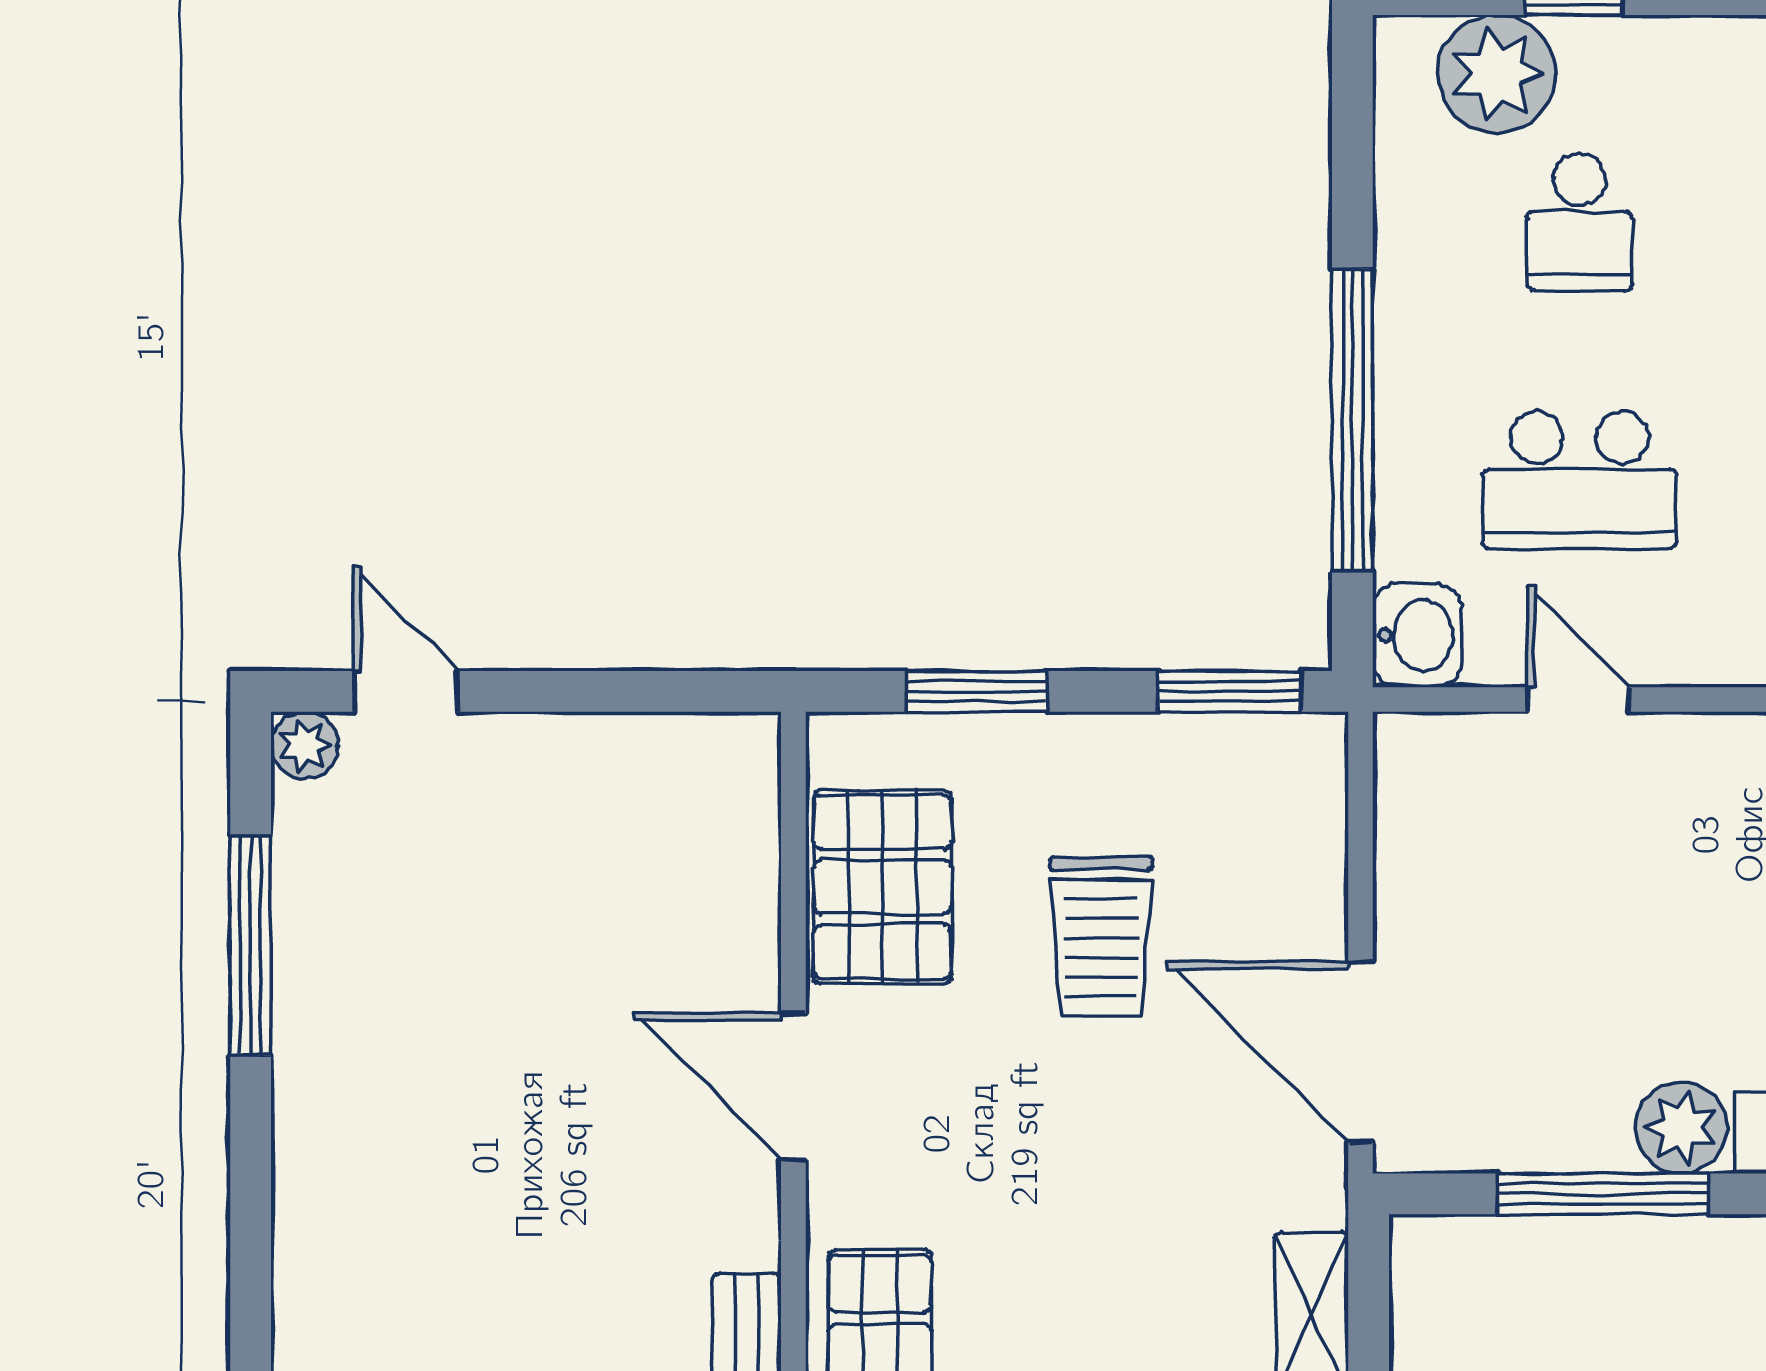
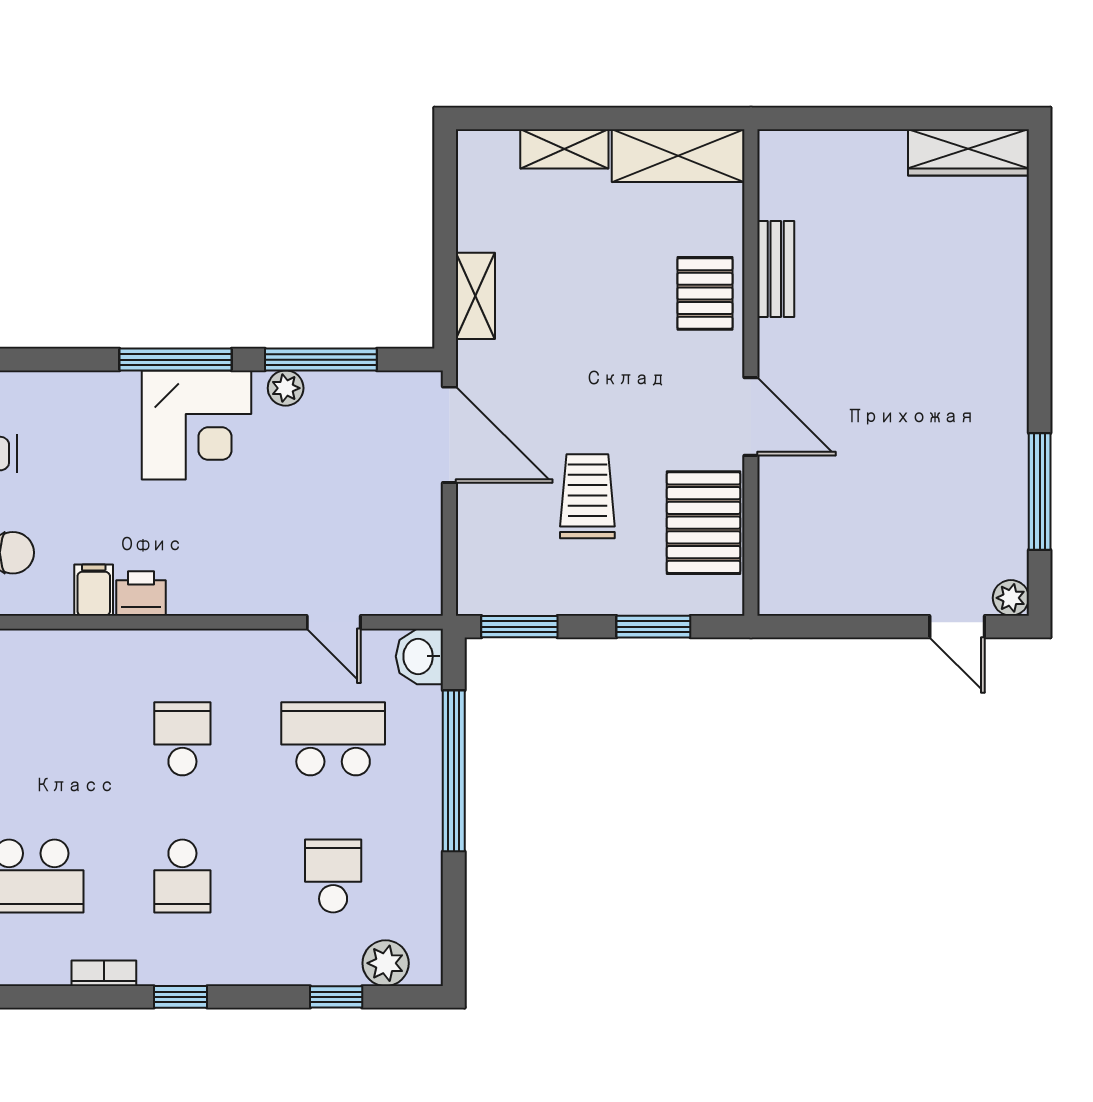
plant: (1496, 74) -> (386, 963), width x0.73, depth x0.73
plant: (1681, 1128) -> (286, 388), width x0.73, depth x0.73

